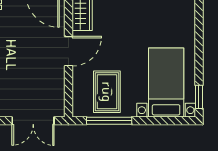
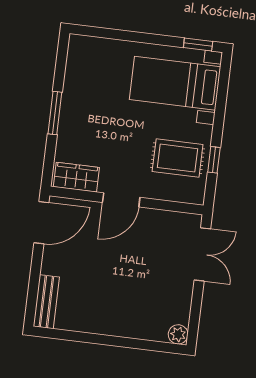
door: (68, 51) -> (121, 200), swing flipped
window: (109, 121) -> (214, 160), width x0.46

